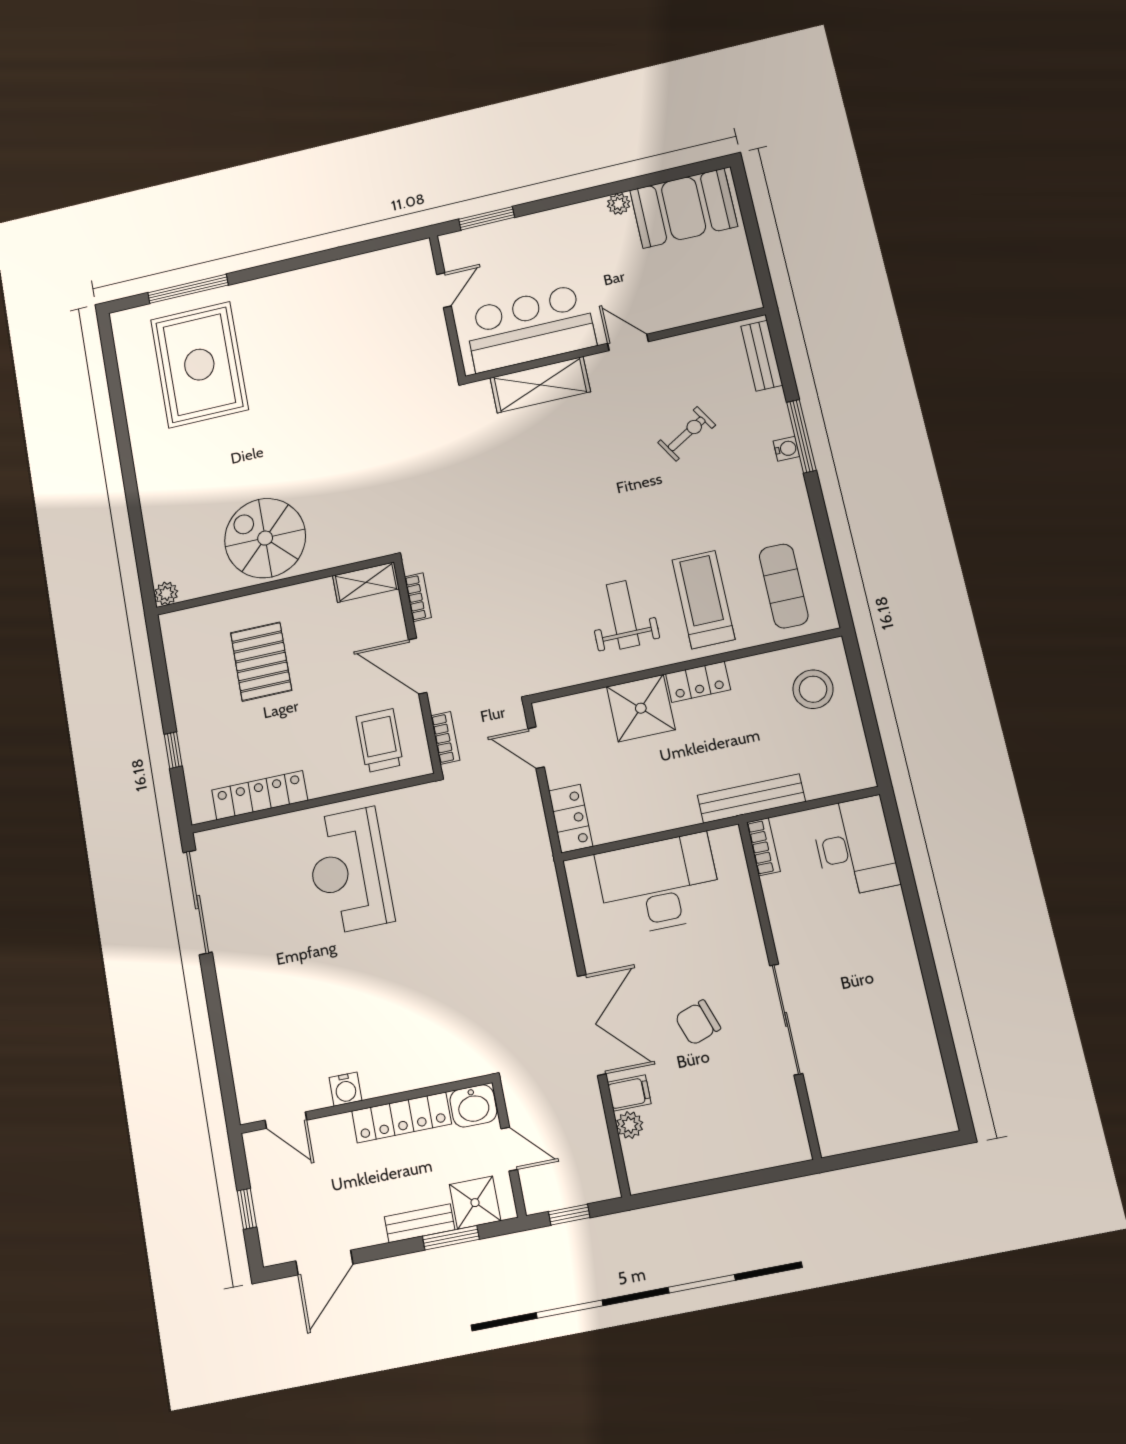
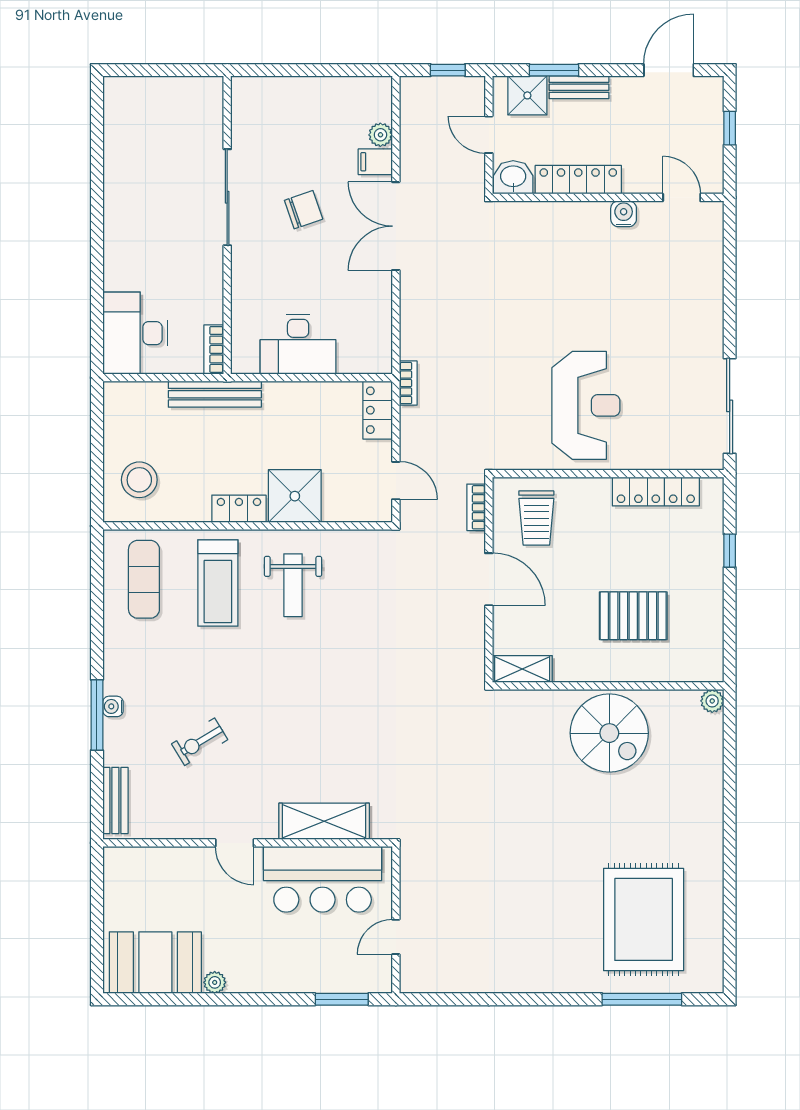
bookcase: (418, 597) -> (408, 383), moved, turned 180
pallet: (261, 662) -> (633, 616), turned 90
desk: (659, 885) -> (298, 344), width x0.73, depth x0.77

